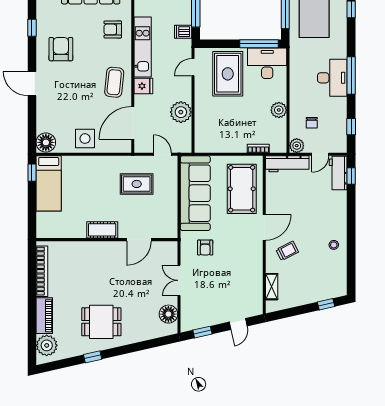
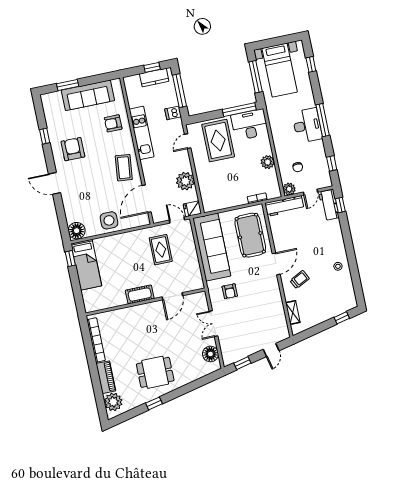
fridge: (143, 86) -> (192, 209), moved, turned 180
rug: (137, 184) -> (161, 250), turned 90

